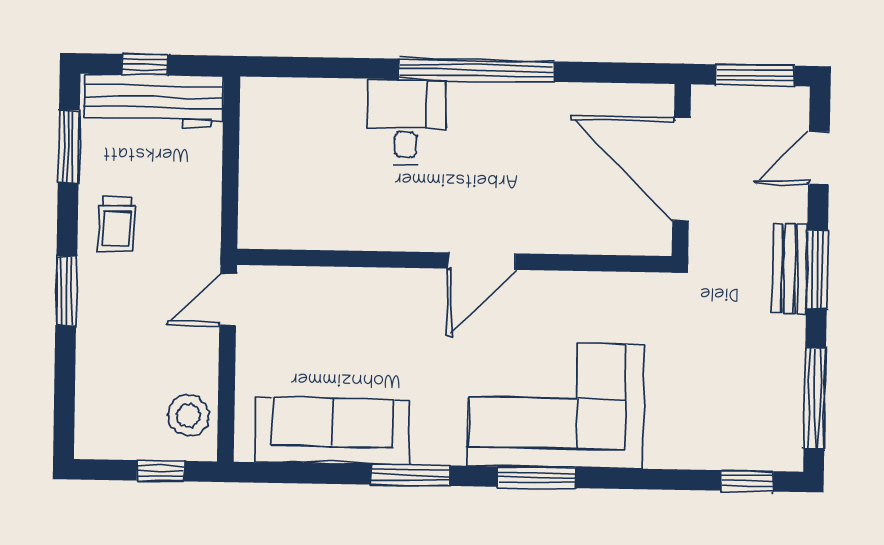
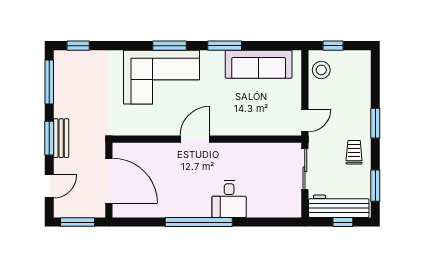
sliding door: (230, 187) -> (305, 169), added

